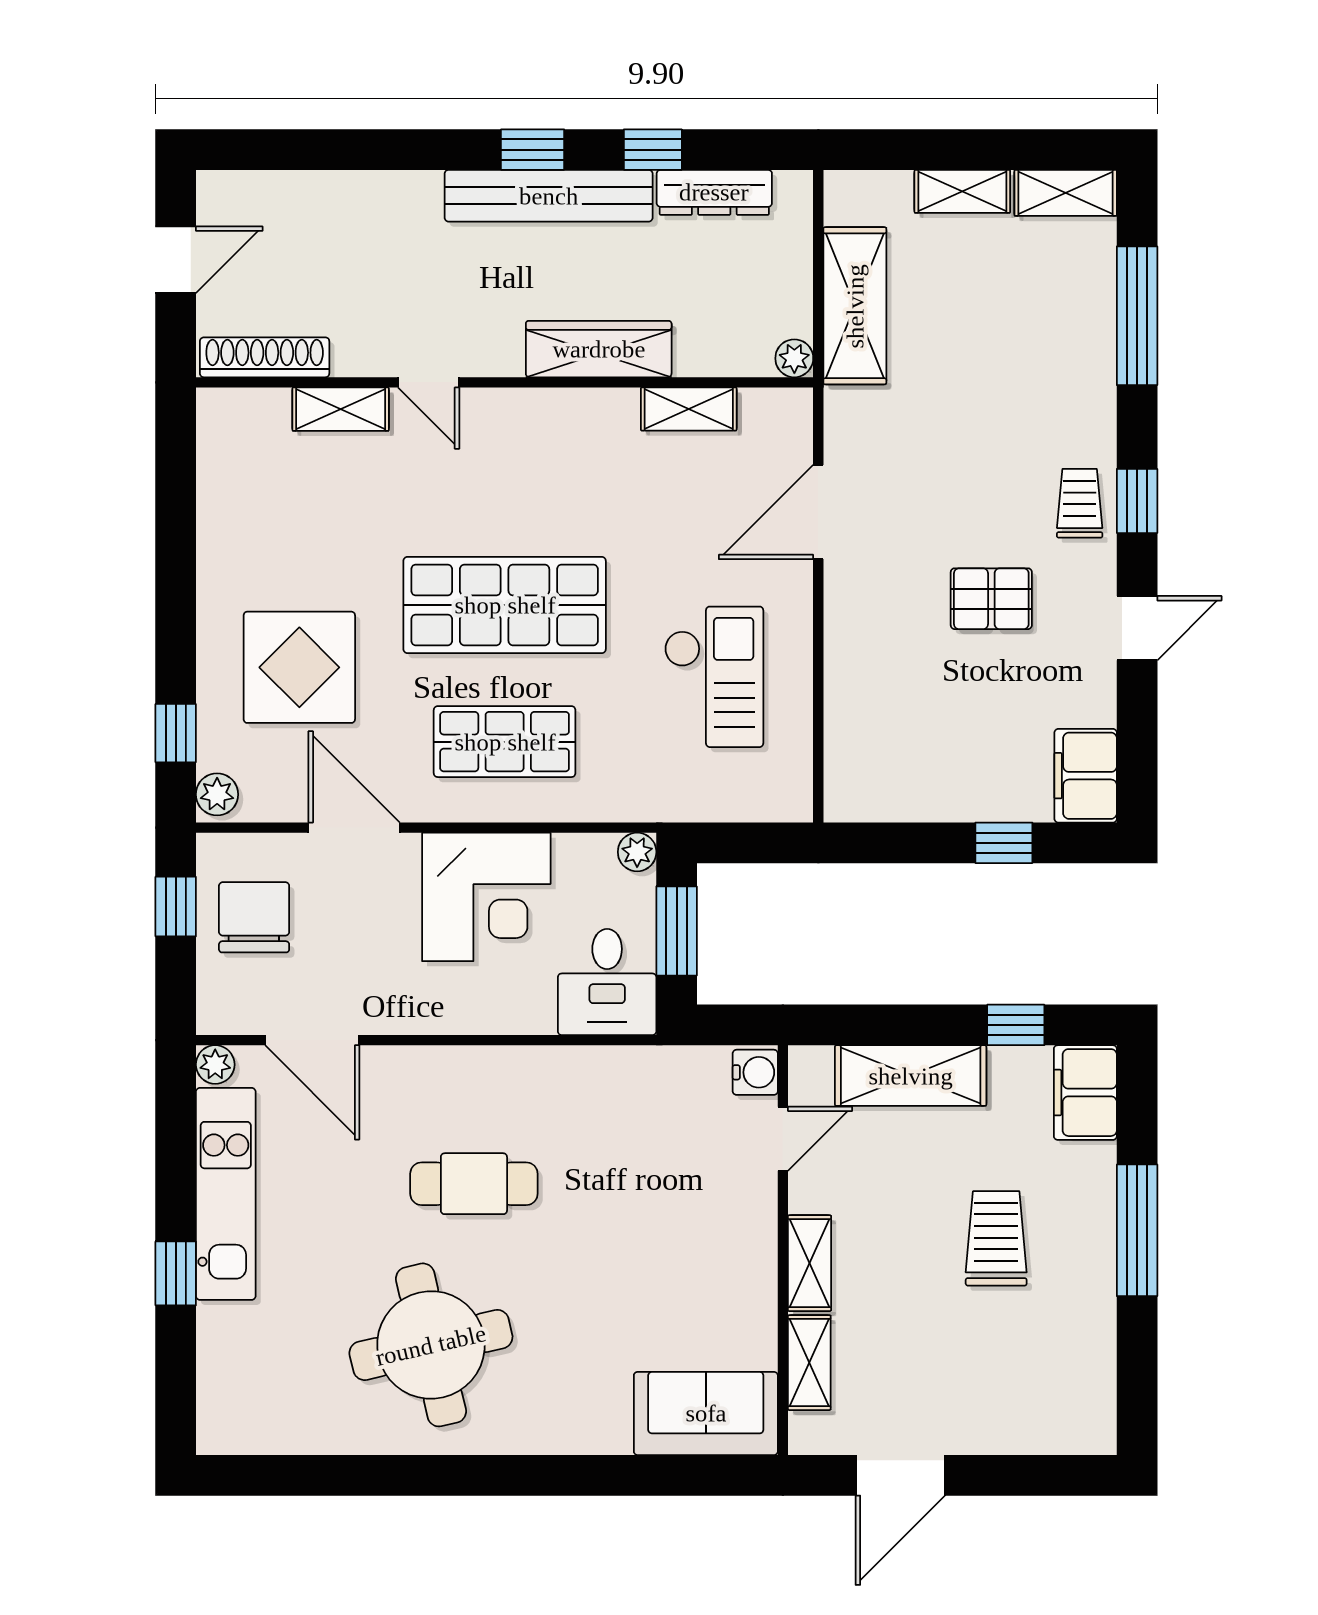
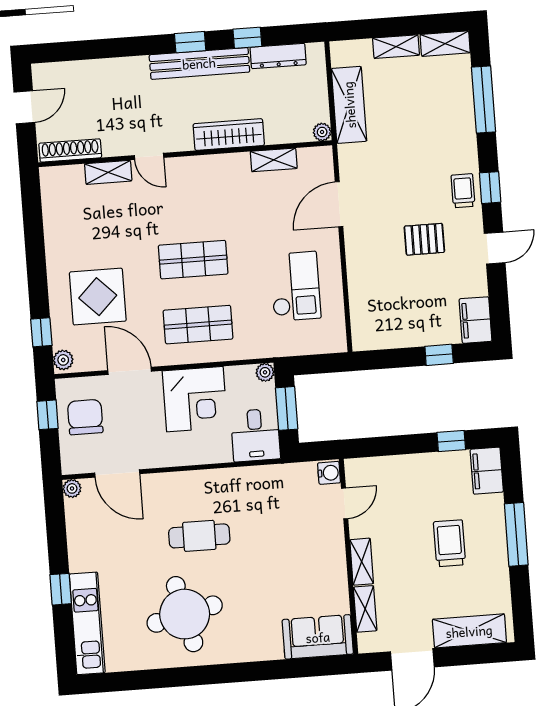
shop shelf: (505, 605) -> (193, 260), width x0.70, depth x0.74
shelving: (911, 1076) -> (469, 631), moved
kitchen unit: (226, 1194) -> (87, 623), moved

